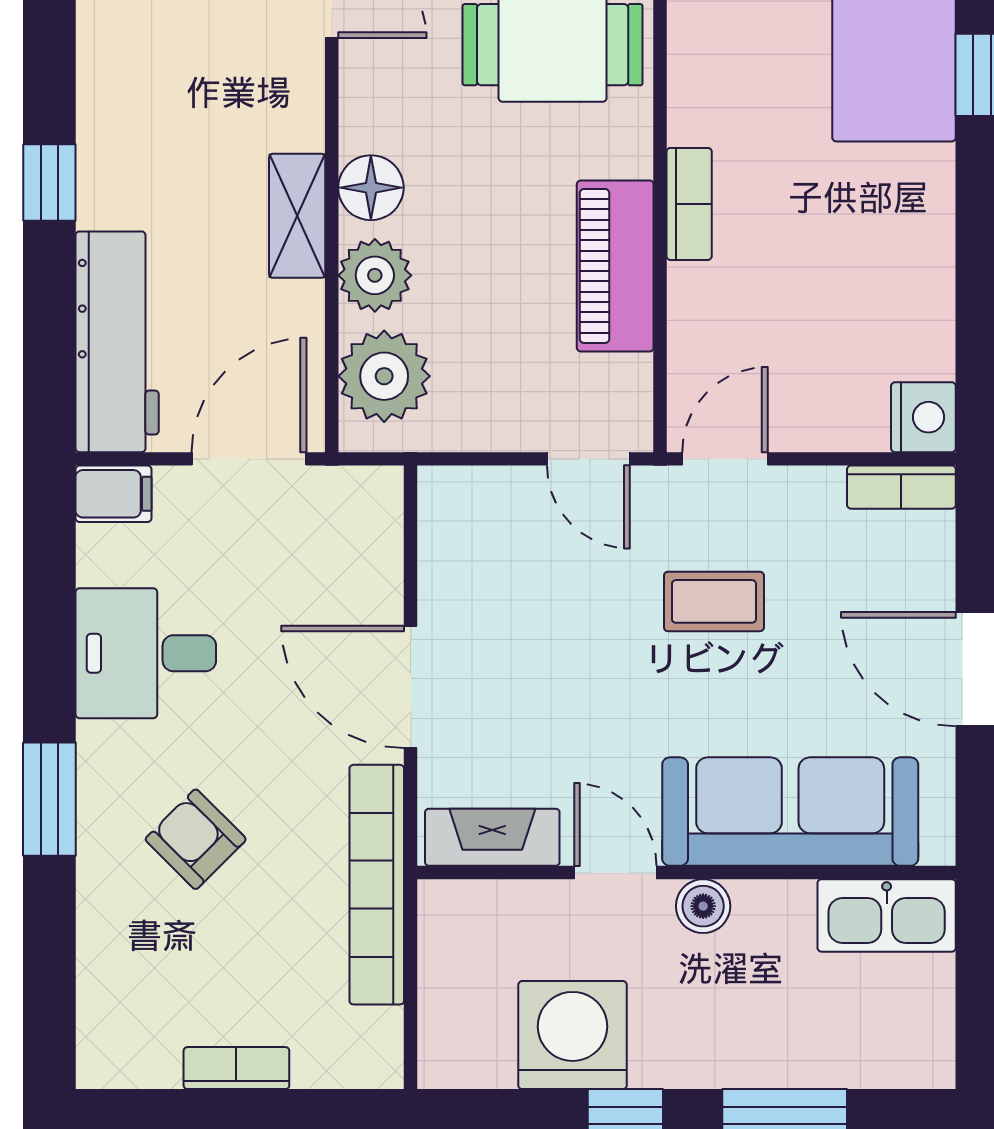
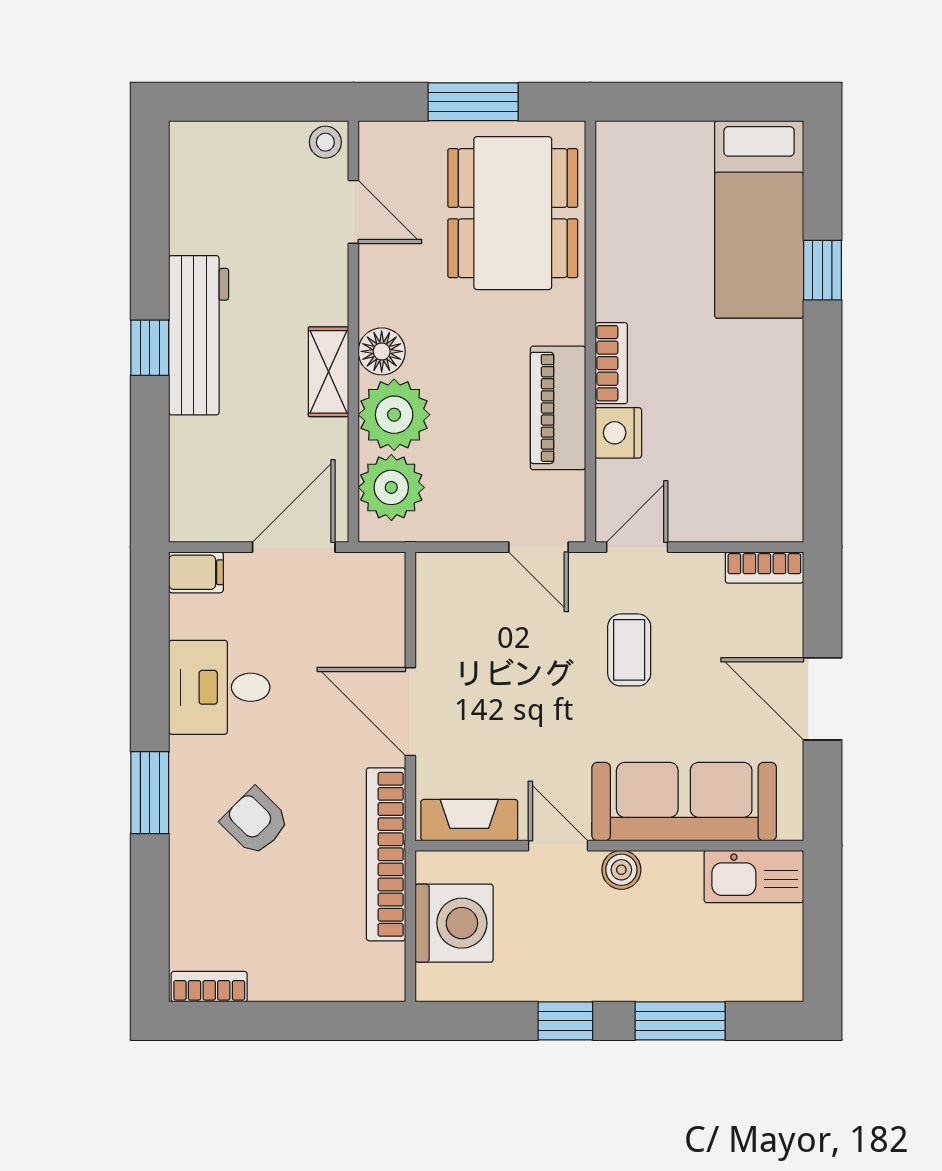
plant: (375, 275) -> (394, 415), width x1.36, depth x1.36
workbench: (117, 342) -> (199, 335), moved
nightstand: (923, 417) -> (618, 433), moved, turned 180
coffee table: (714, 601) -> (629, 650), turned 90
washing machine: (573, 1035) -> (454, 923), moved, turned 90
bookcase: (236, 1068) -> (209, 987), moved

